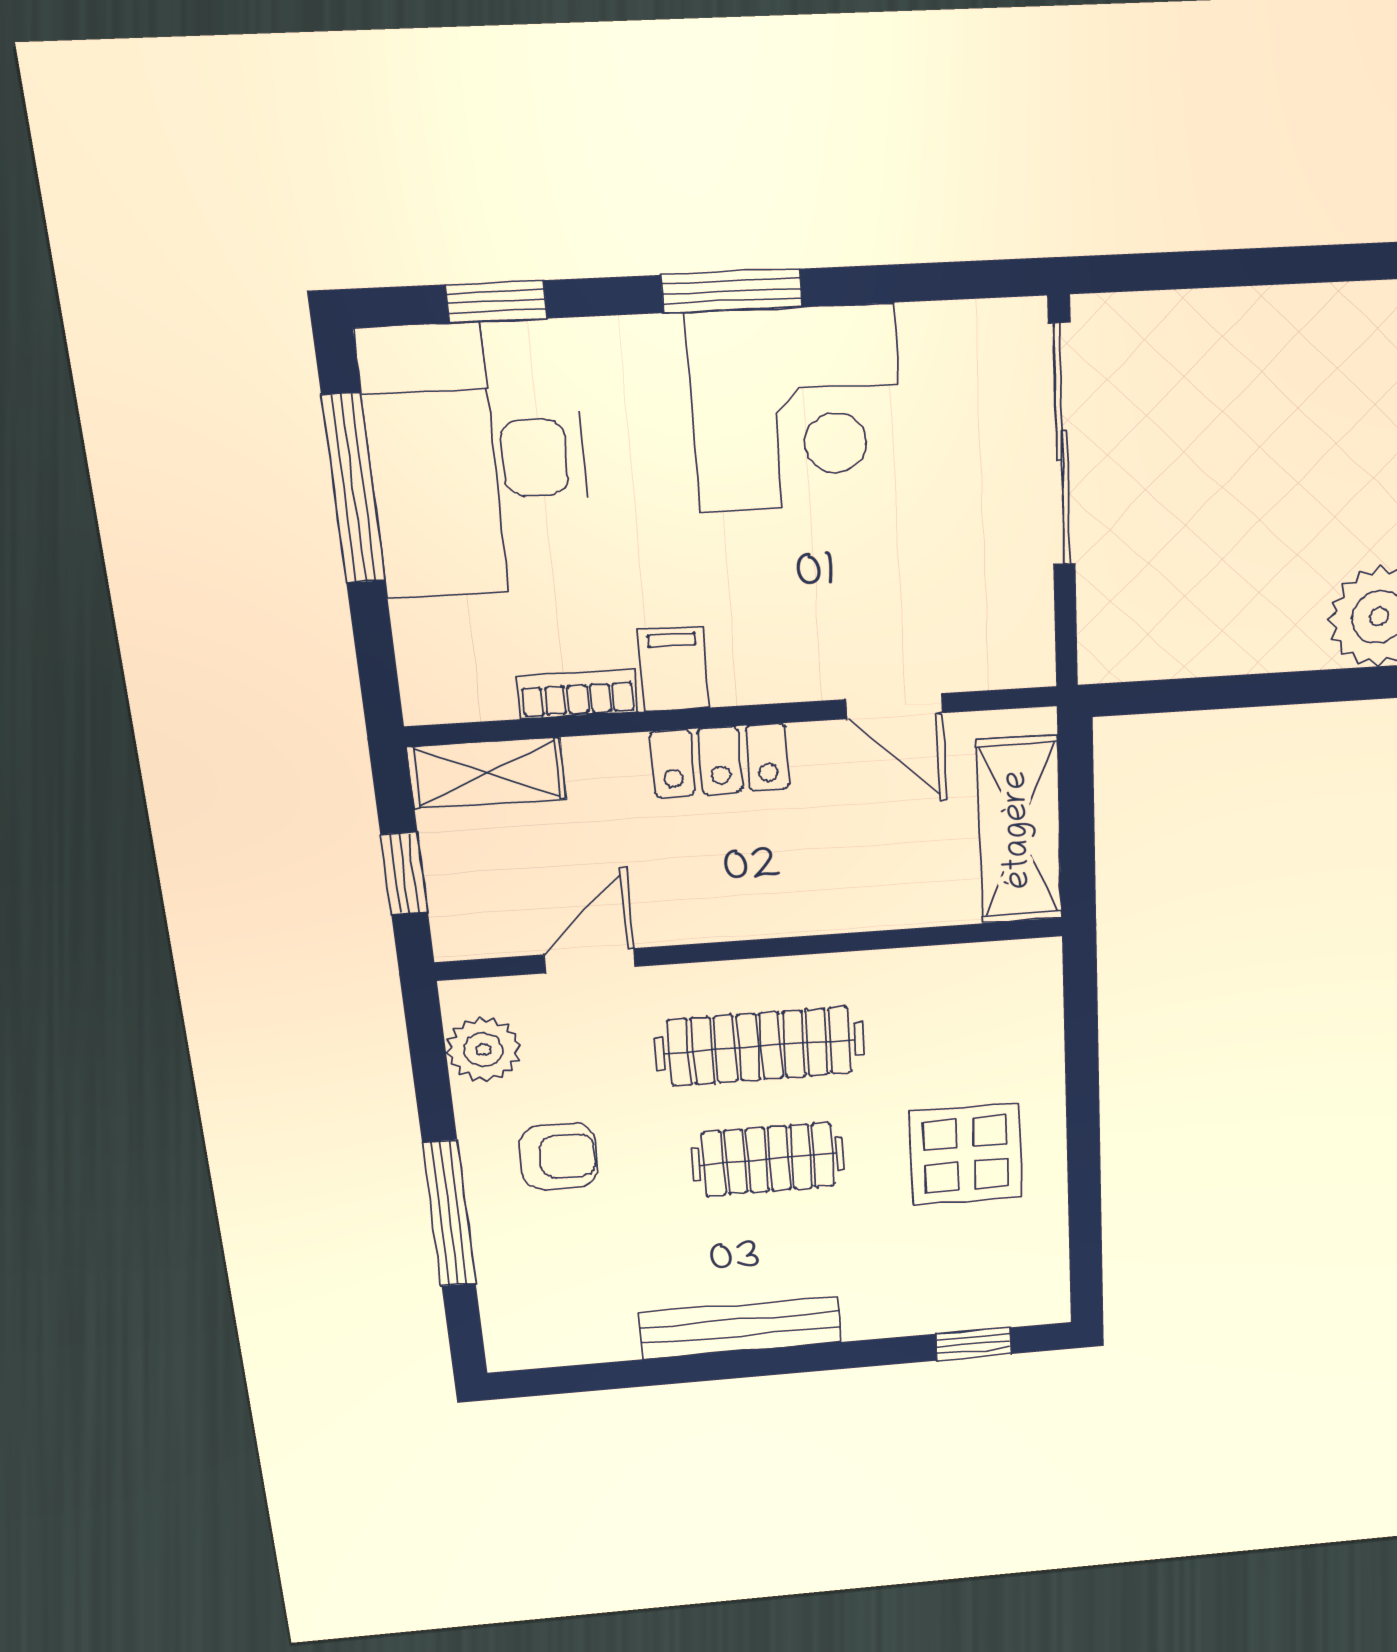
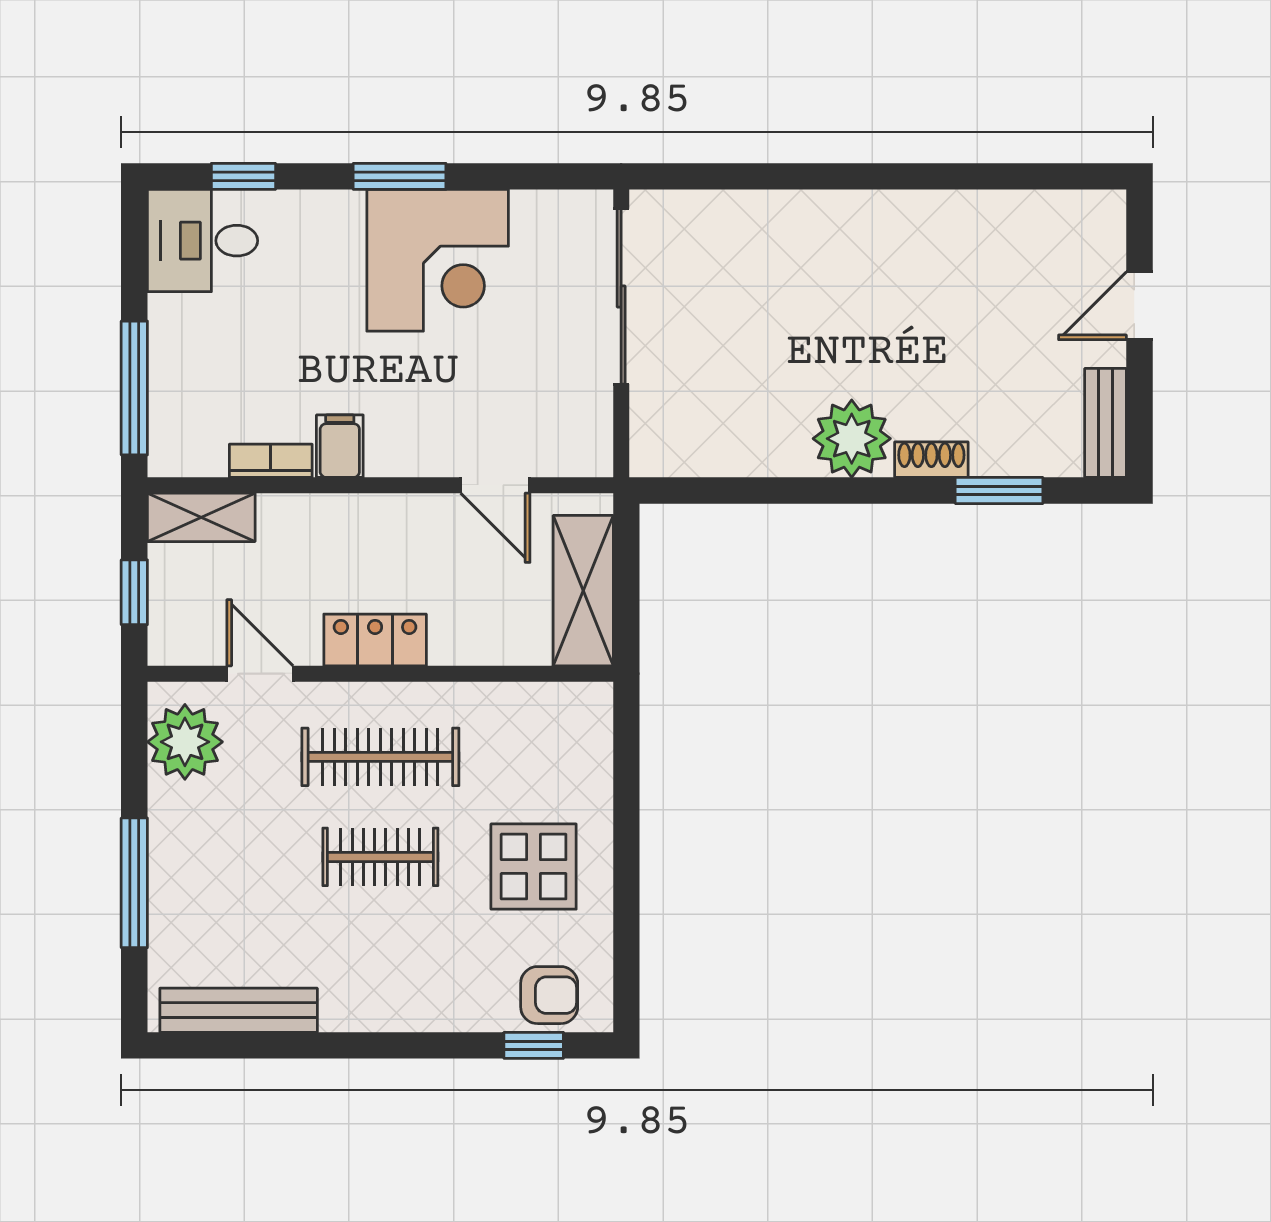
desk: (477, 460) -> (203, 241), width x0.53, depth x0.77
window: (354, 489) -> (134, 388), moved
locker: (720, 760) -> (375, 640), moved, turned 180
door: (590, 961) -> (260, 674), hinge flipped
plant: (483, 1050) -> (185, 742), width x1.36, depth x1.36
armchair: (558, 1157) -> (549, 995), moved
bench: (741, 1328) -> (239, 1010), moved

